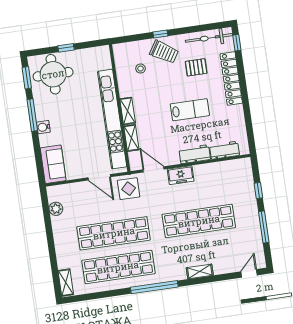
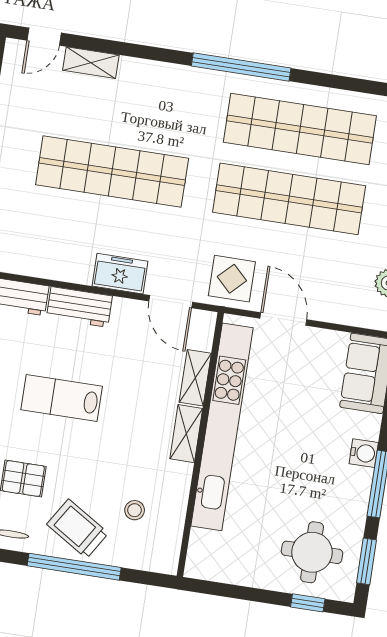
window: (160, 34) -> (74, 567), width x3.17
window: (66, 48) -> (308, 603), moved
round table: (53, 74) -> (312, 552), width x0.73, depth x0.73
shelving: (200, 271) -> (91, 63), moved

